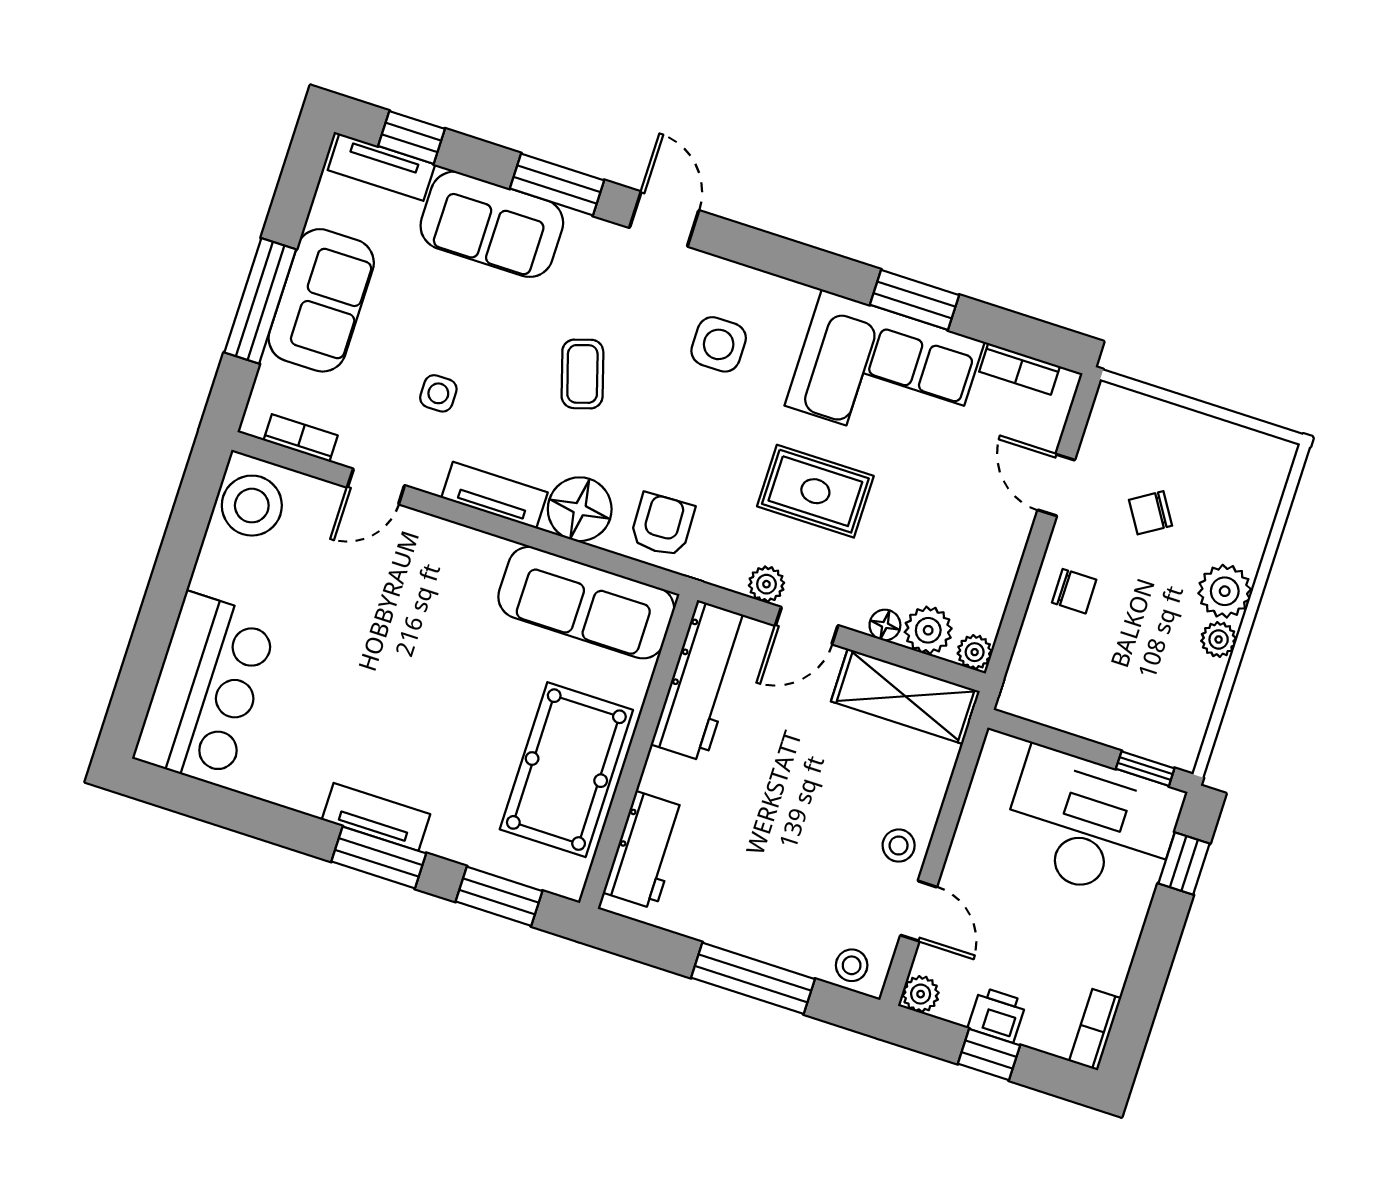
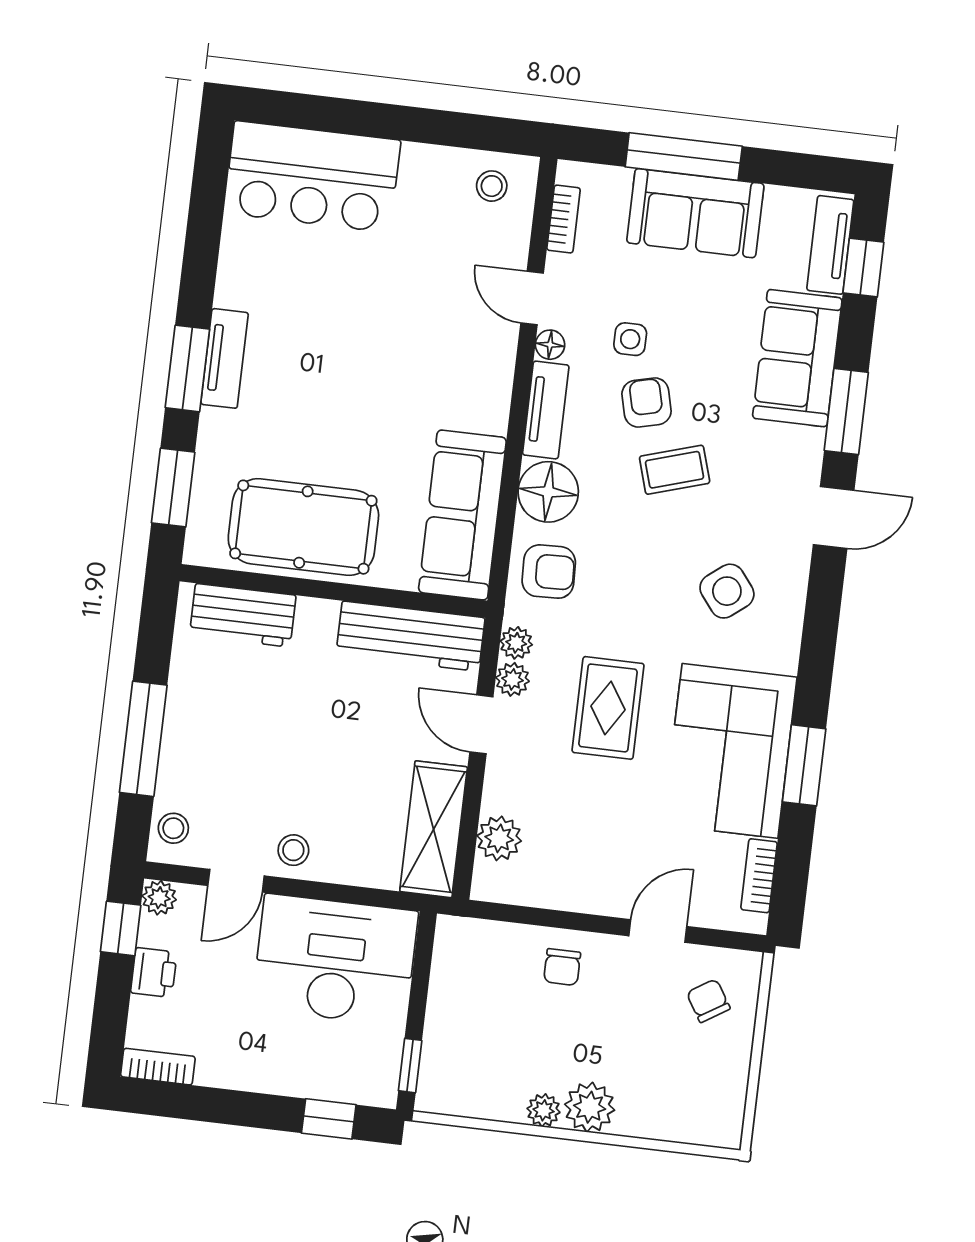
side table: (719, 344) -> (727, 591), turned -38
armchair: (507, 389) -> (647, 402), added
stool: (252, 506) -> (492, 186), width x0.53, depth x0.53
chair: (1151, 513) -> (708, 1001), moved
floor lamp: (885, 625) -> (550, 345), moved
plant: (975, 652) -> (516, 643), moved
desk: (1091, 825) -> (335, 960), moved, turned -90
window: (989, 1055) -> (121, 928), moved

